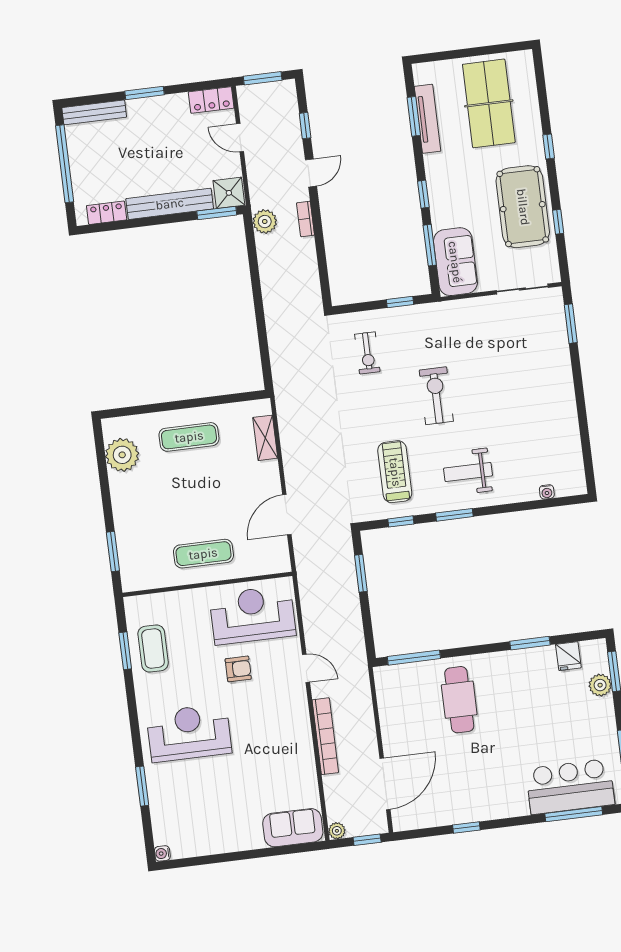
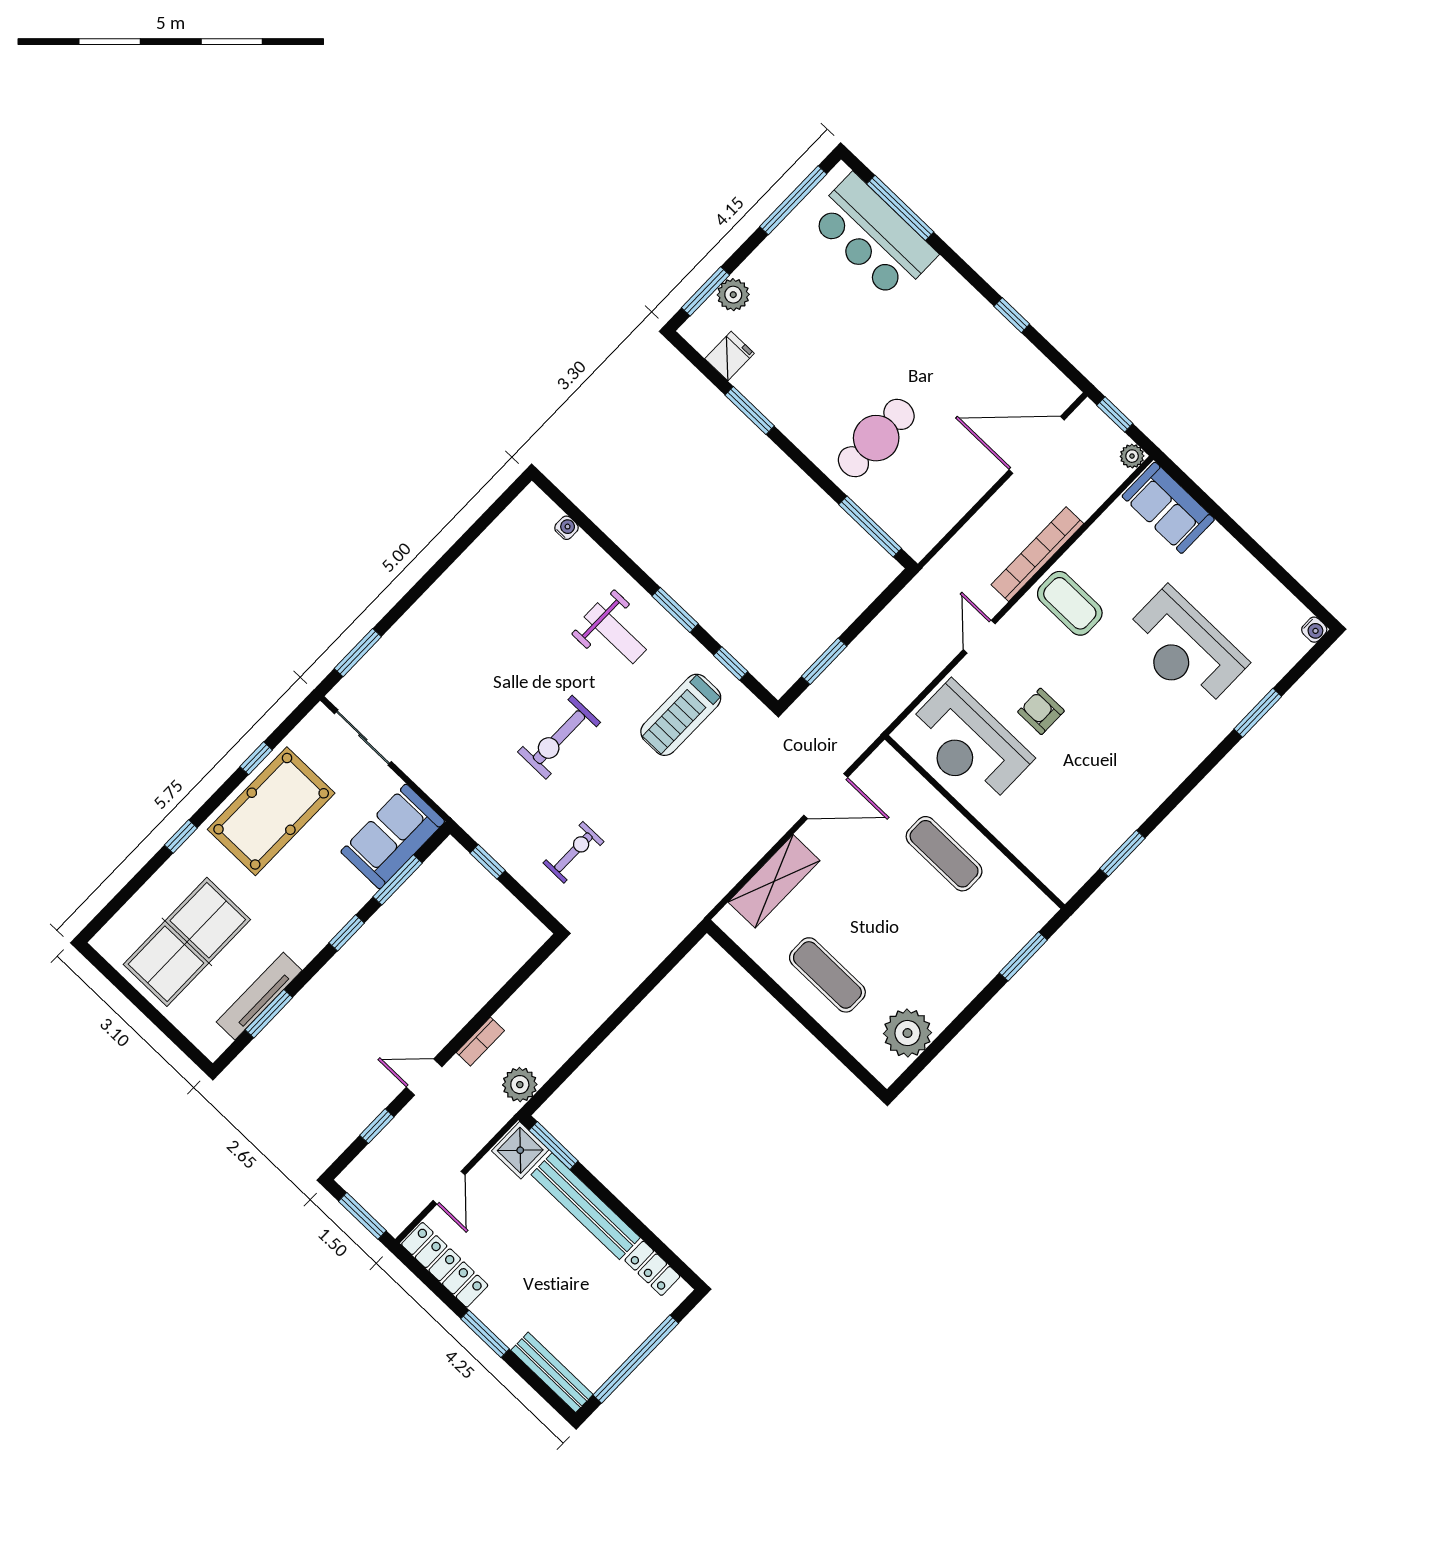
locker: (211, 100) -> (445, 1265), width x1.53
shelving: (265, 438) -> (774, 881), width x1.50, depth x1.33
coffee table: (153, 648) -> (1070, 603), moved, turned 90
reception desk: (189, 733) -> (1184, 649), moved

